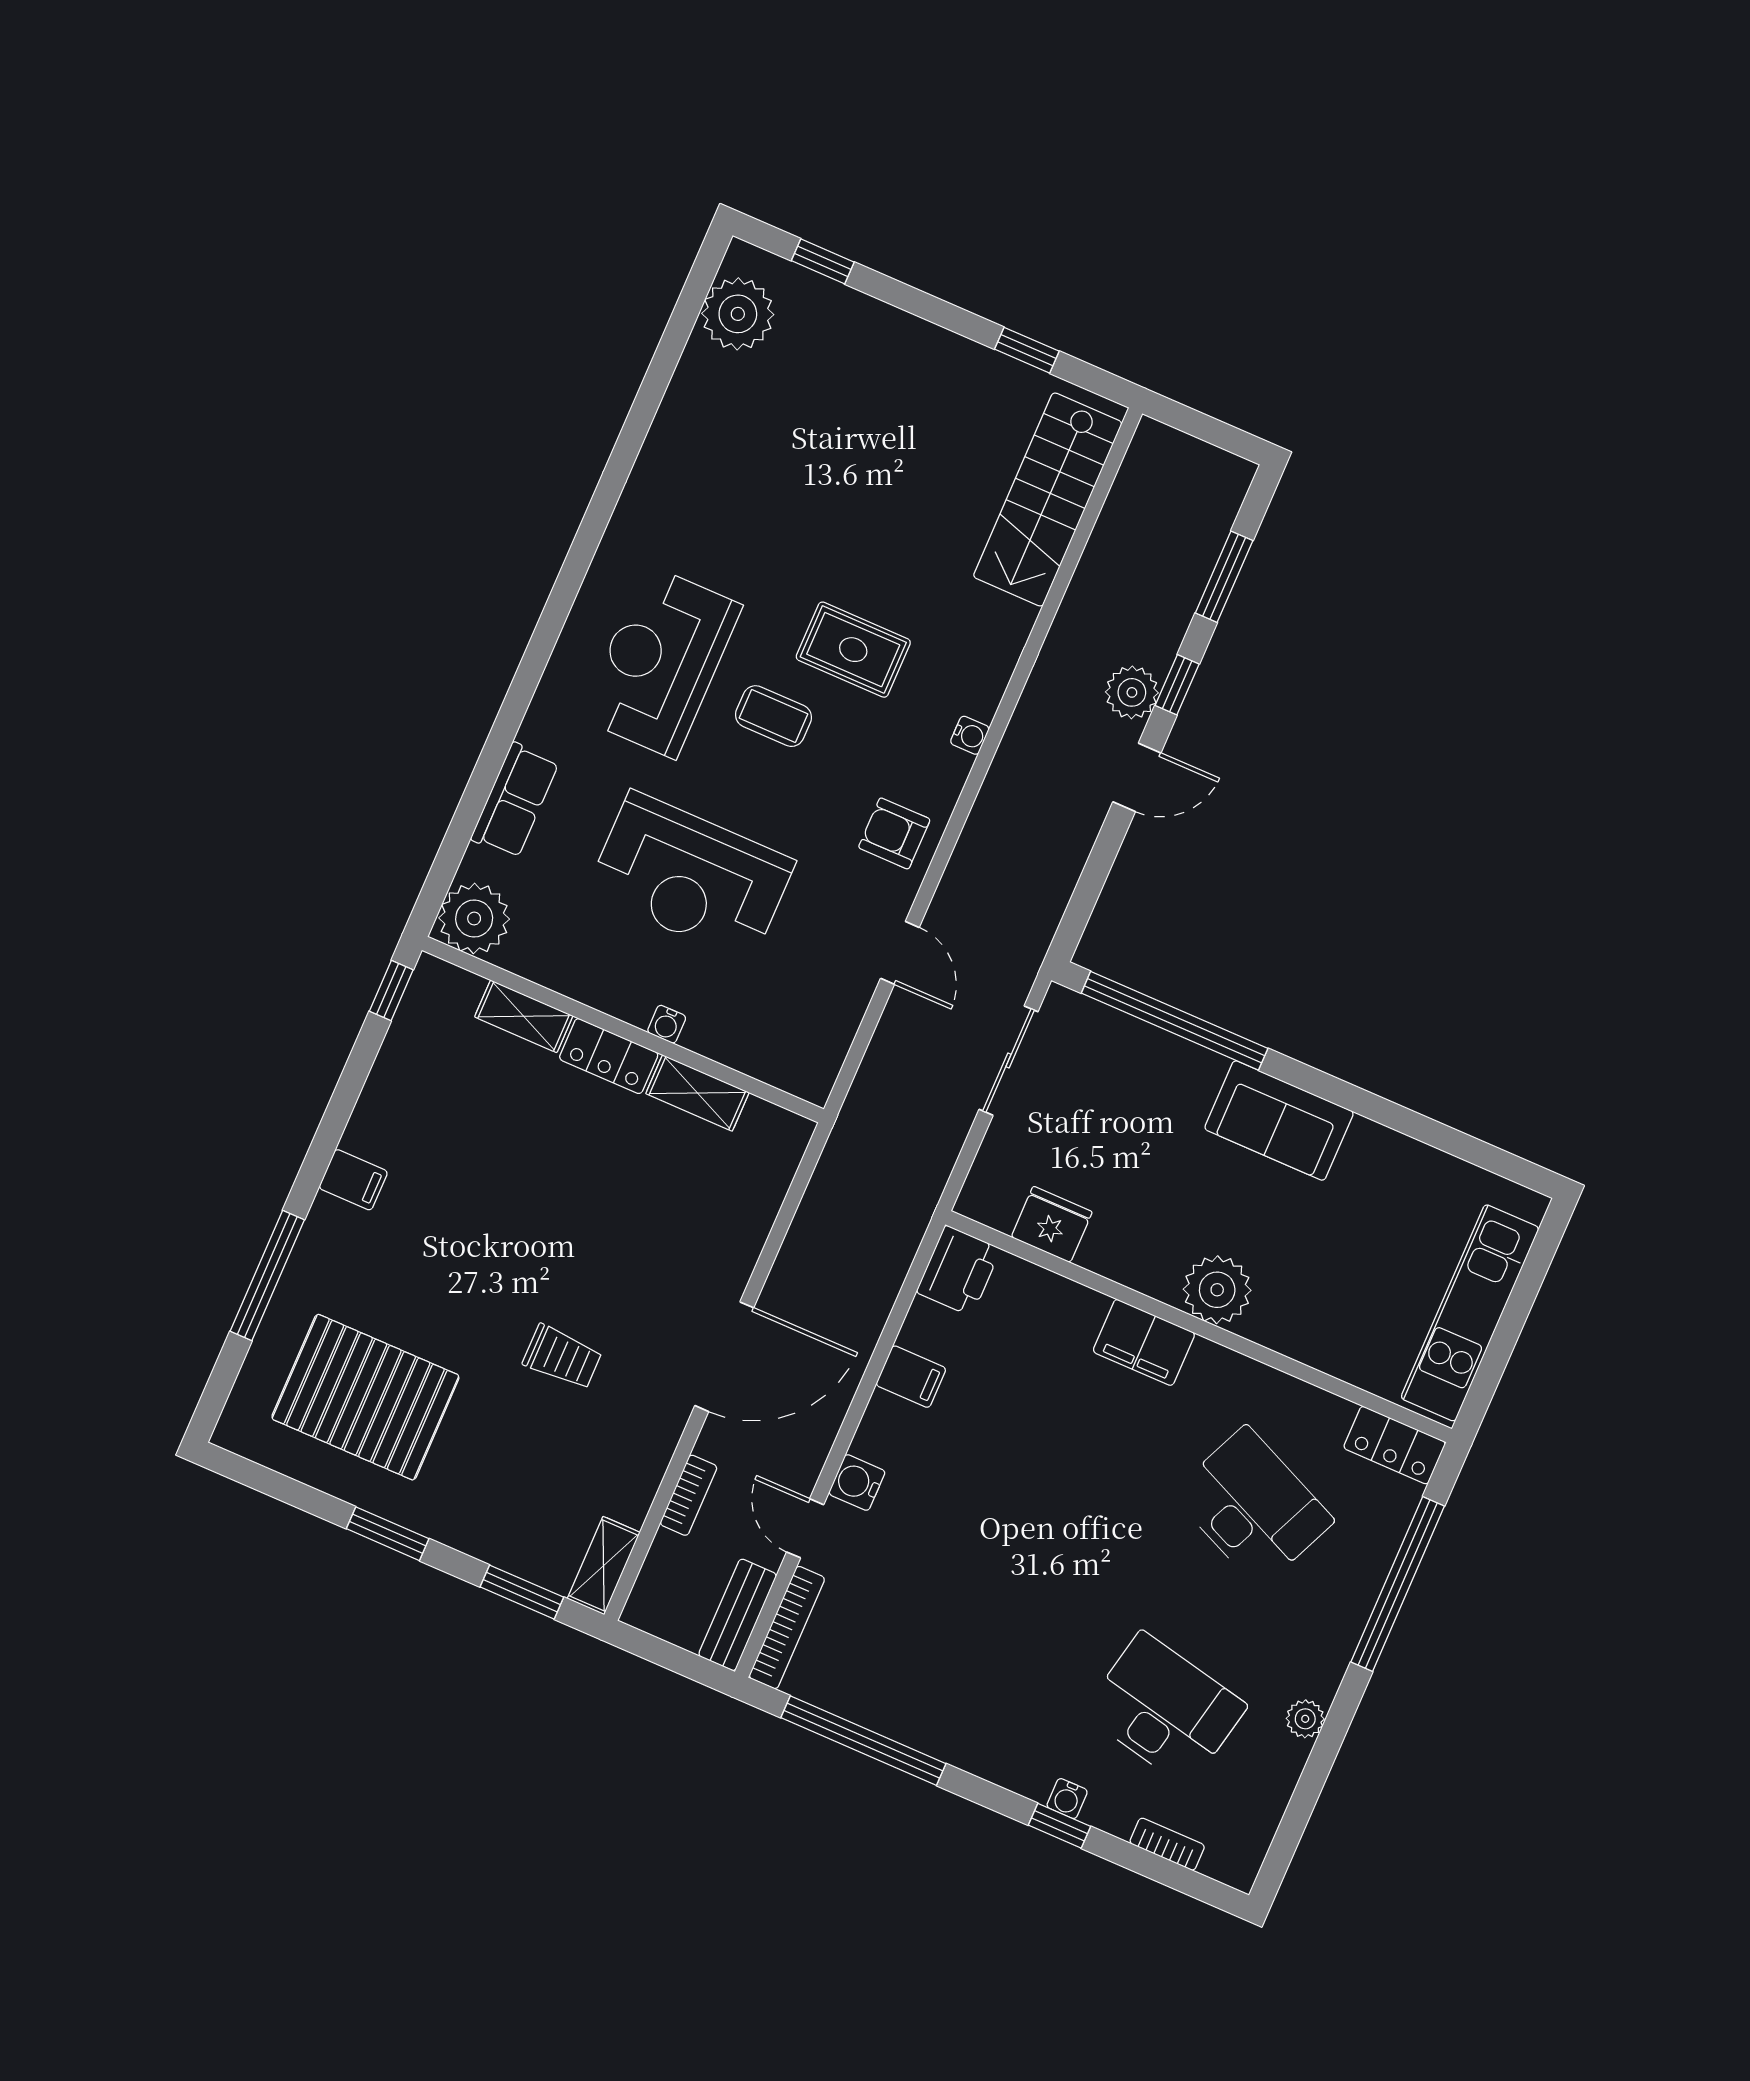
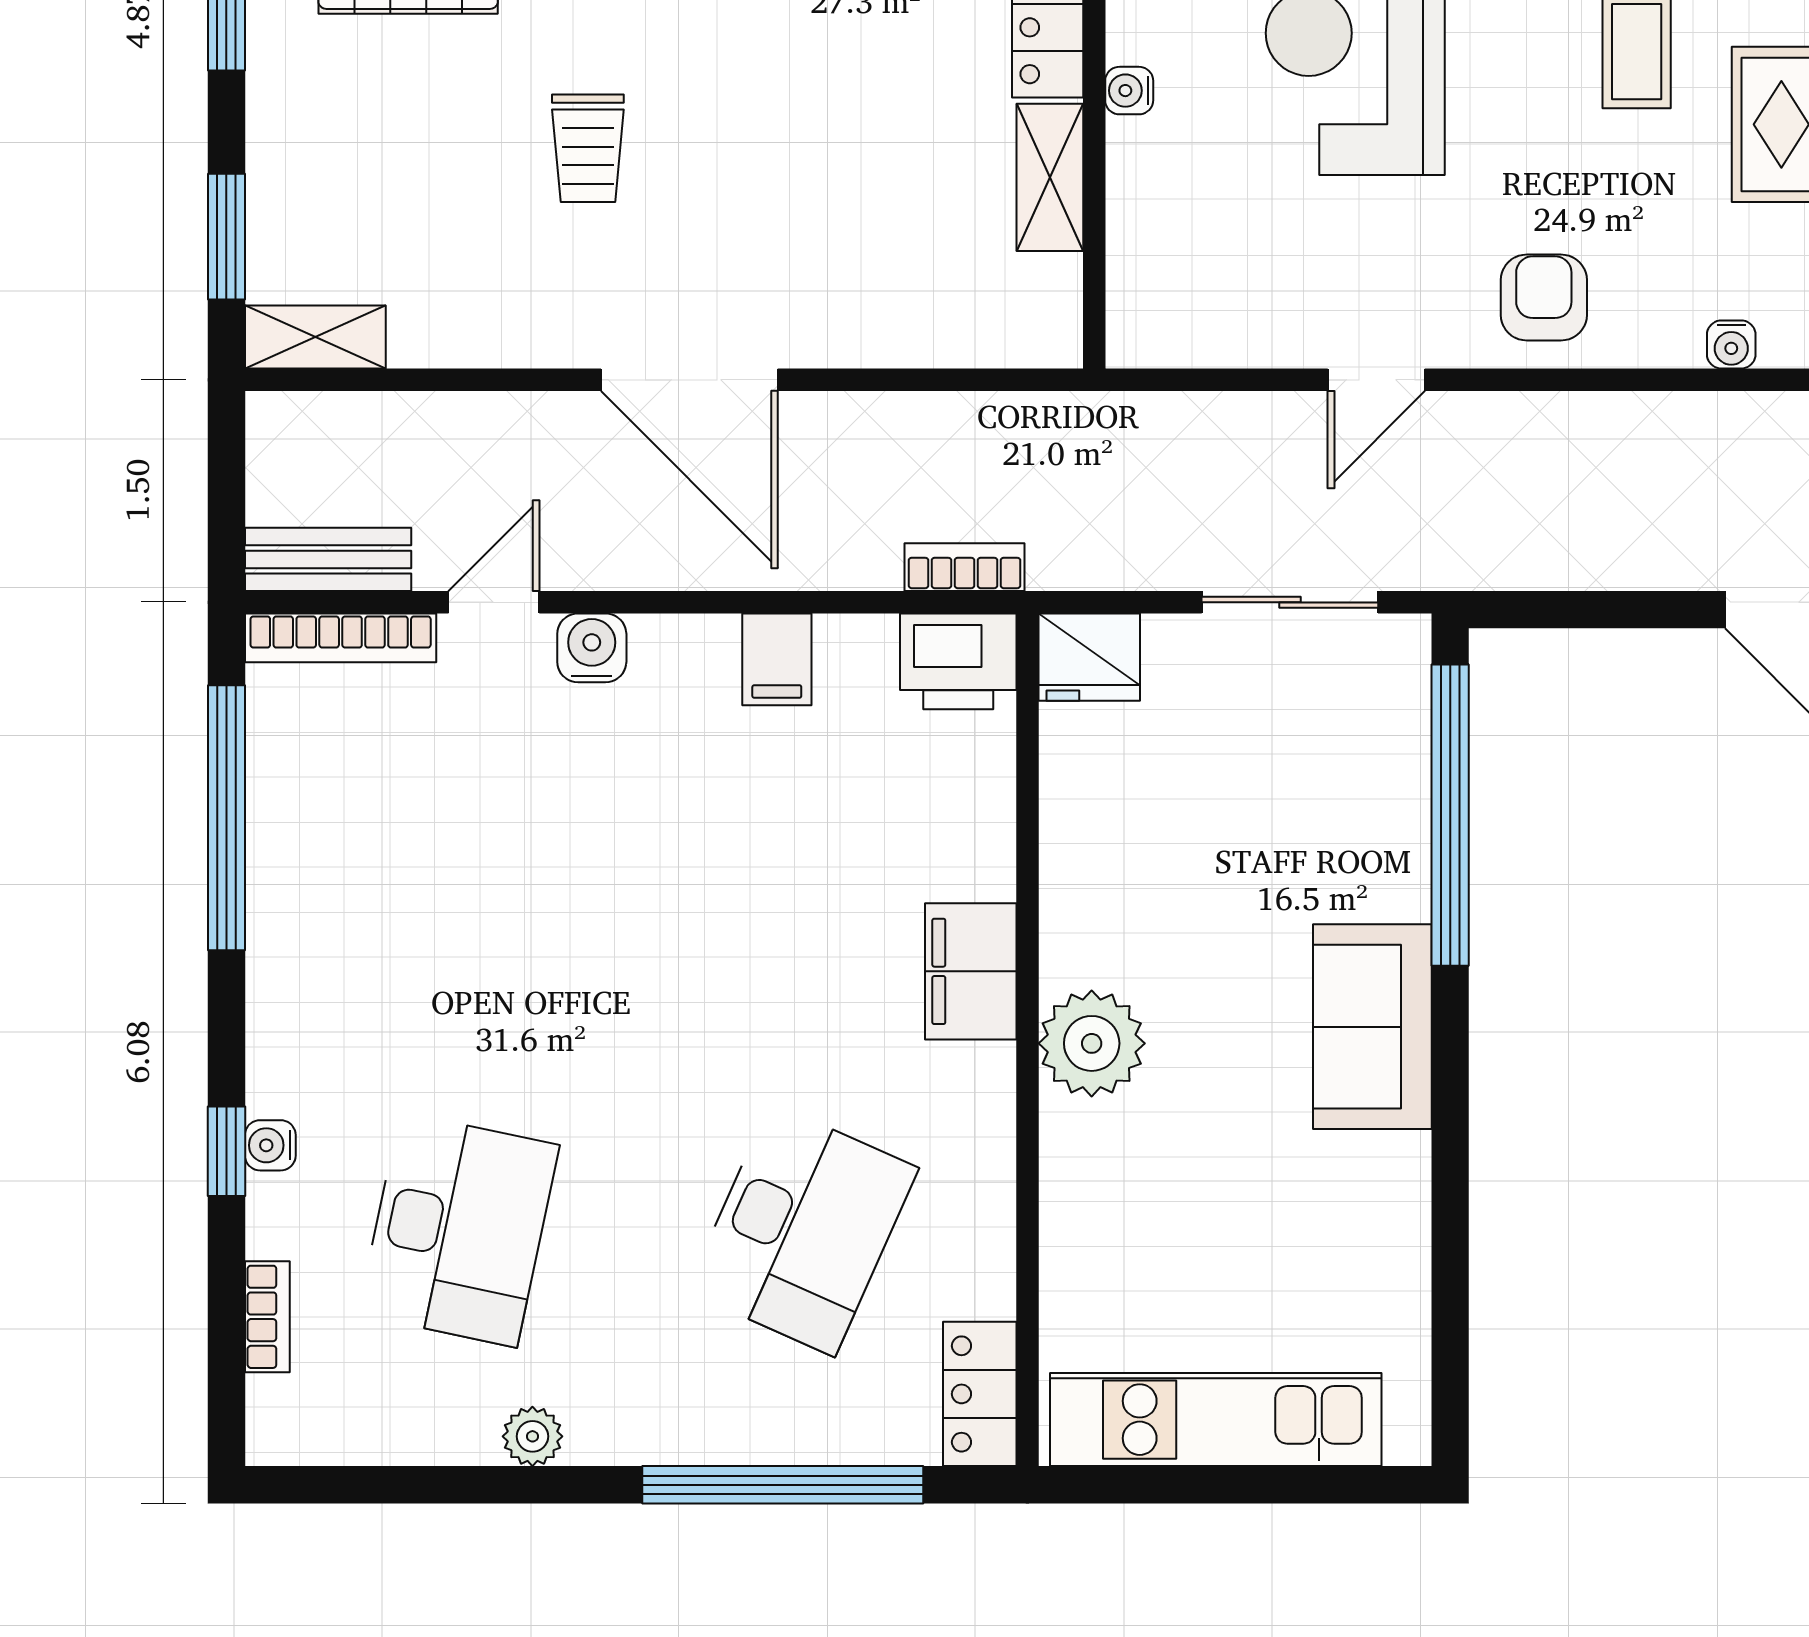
fridge: (1052, 1224) -> (1089, 657), moved, turned 90
bookcase: (689, 1495) -> (964, 567), moved, turned 180

